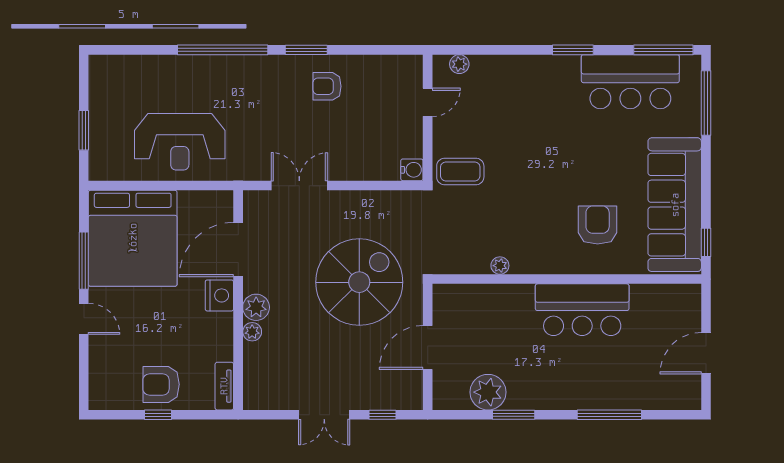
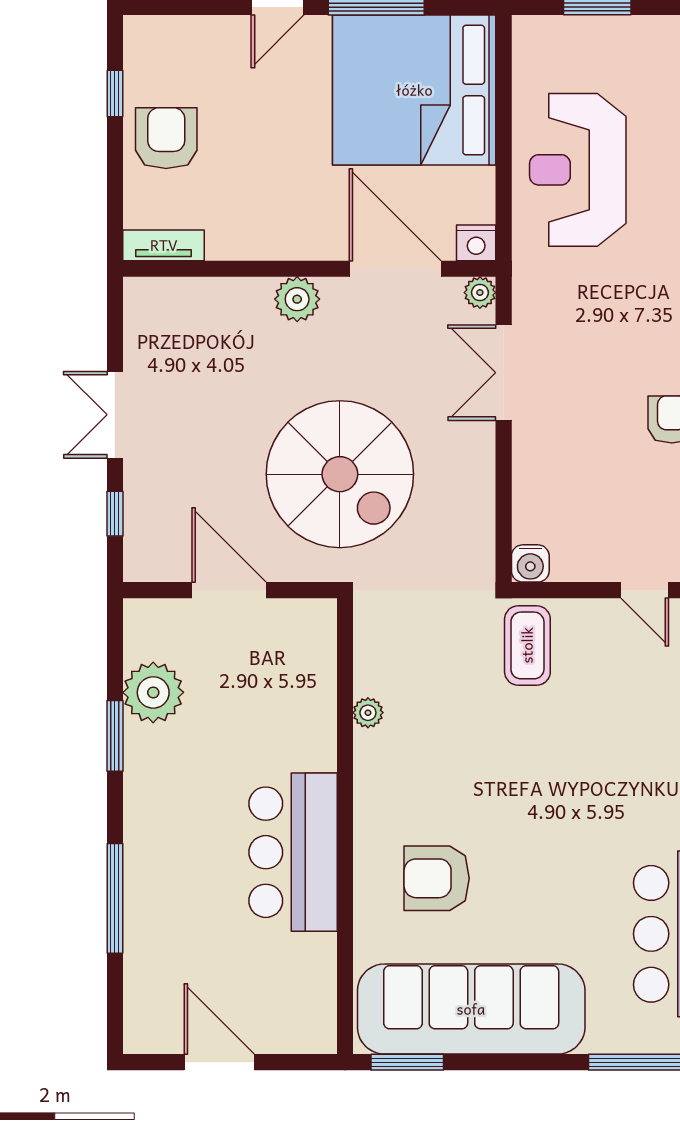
double door: (299, 186) -> (504, 373), swing flipped
armchair: (598, 225) -> (437, 878), turned 180
window: (706, 242) -> (407, 1062), width x1.50
nightstand: (219, 295) -> (476, 243), moved, width x0.74, depth x0.75
plant: (252, 332) -> (480, 293), moved
window: (158, 415) -> (115, 94), moved

